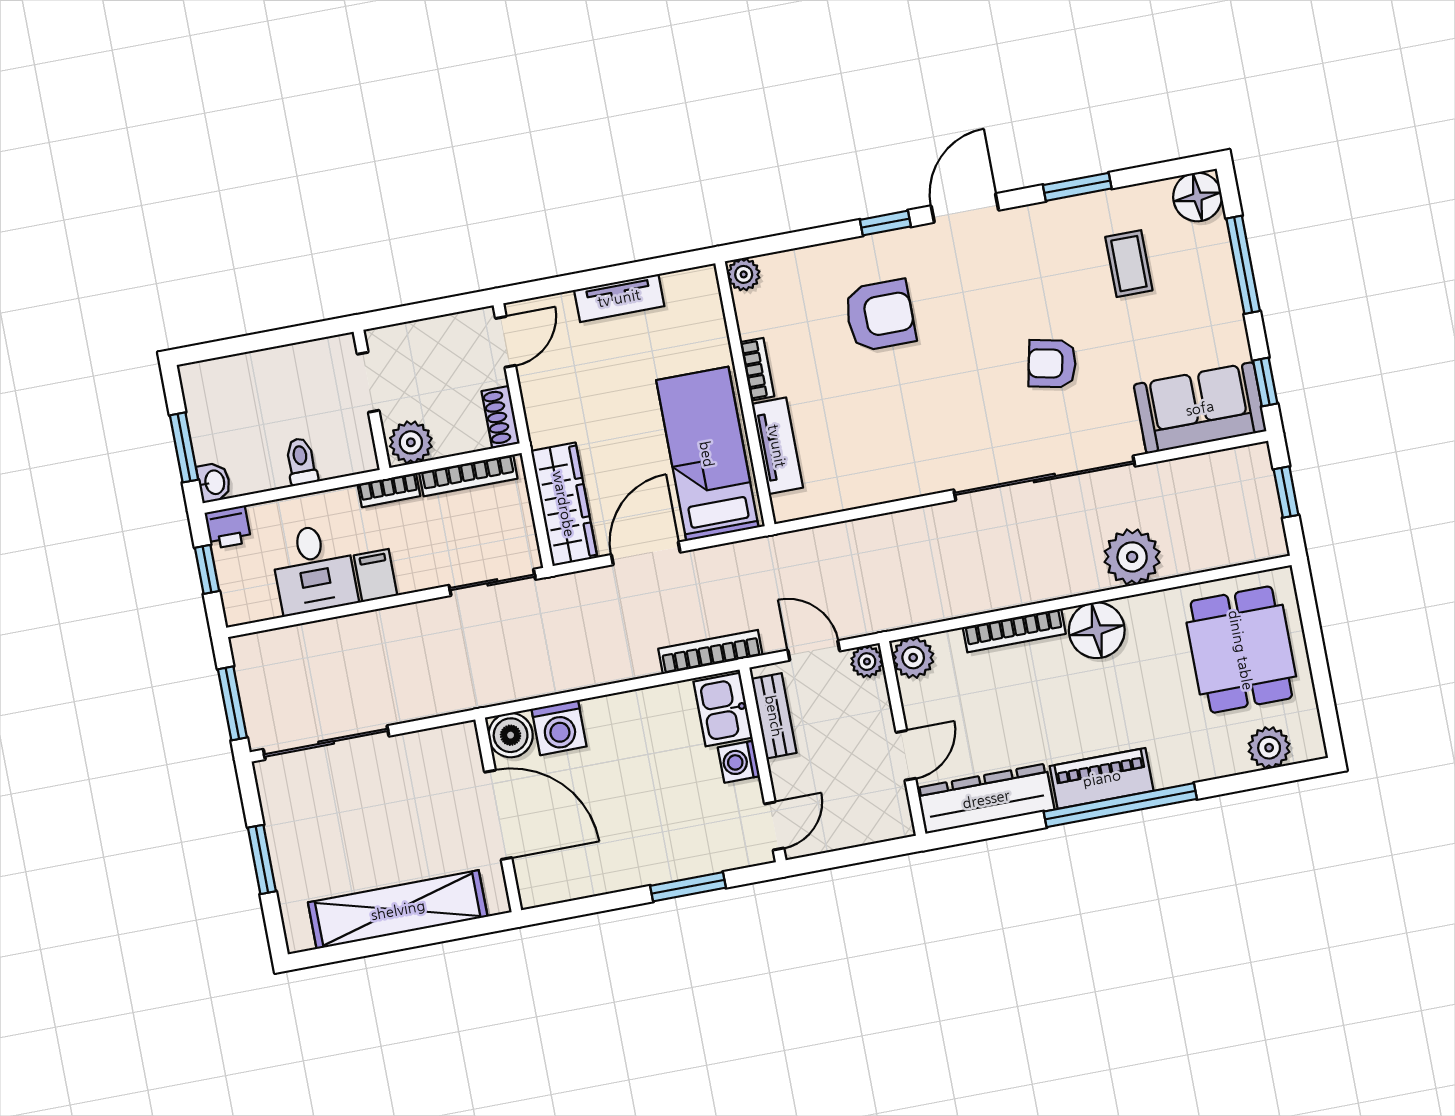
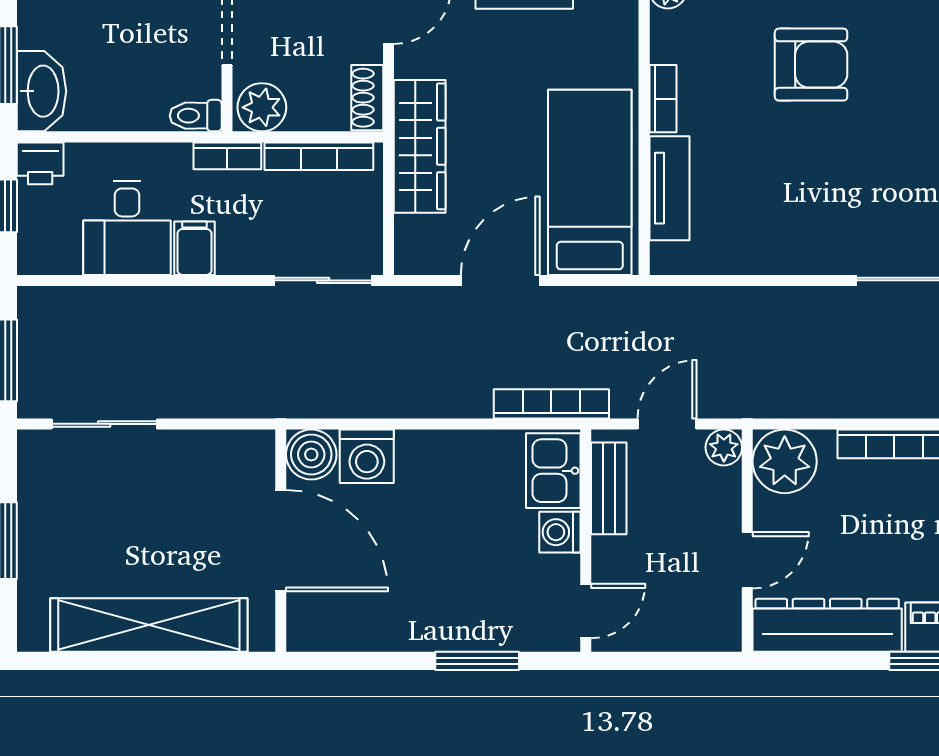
toilet: (301, 462) -> (196, 116), moved, turned -90
washbasin: (214, 482) -> (42, 91), width x1.91, depth x1.45
wardrobe: (564, 504) -> (420, 146), moved
door: (814, 650) -> (667, 424), hinge flipped
plant: (913, 658) -> (785, 461), width x1.36, depth x1.36
sliding door: (326, 743) -> (104, 424), width x0.73

